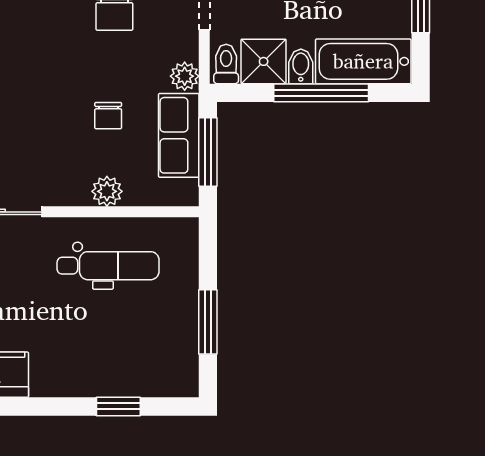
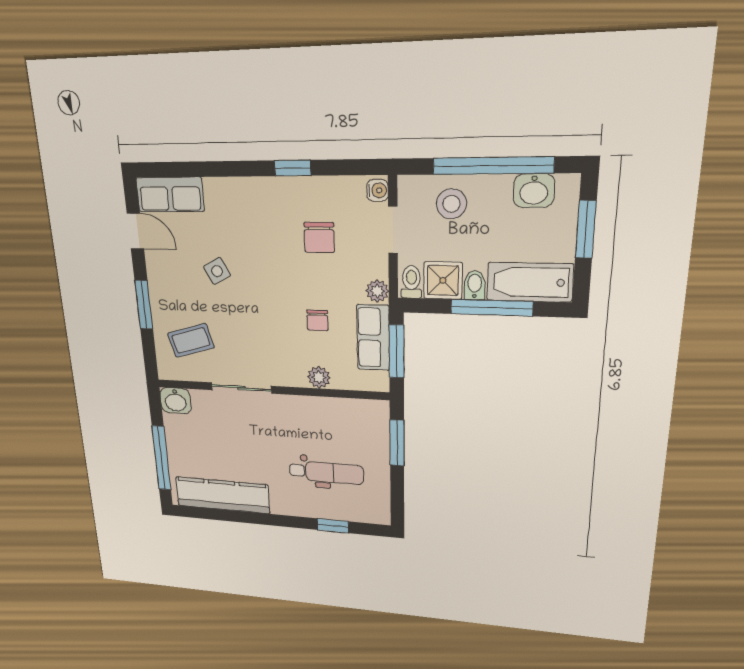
dental chair: (108, 266) -> (326, 472), moved
window: (208, 322) -> (397, 443), moved

